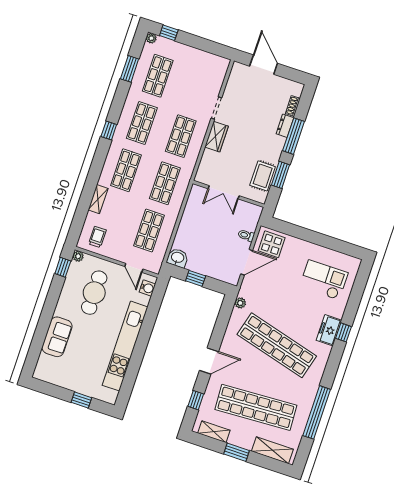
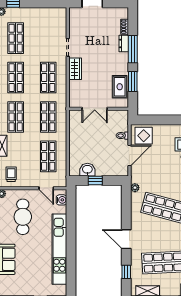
washbasin: (177, 258) -> (87, 170), moved
door: (209, 361) -> (126, 239), swing flipped

